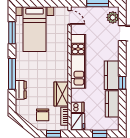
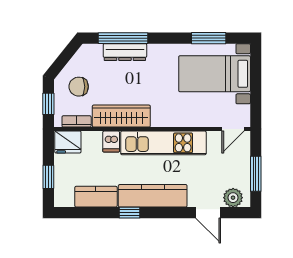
window: (12, 74) -> (123, 38), moved
kitchen counter: (112, 75) -> (153, 196), width x1.50
dresser: (21, 90) -> (125, 52), width x1.44
wardrobe: (61, 94) -> (121, 116), width x1.50
dishwasher: (77, 107) -> (111, 141), moved

